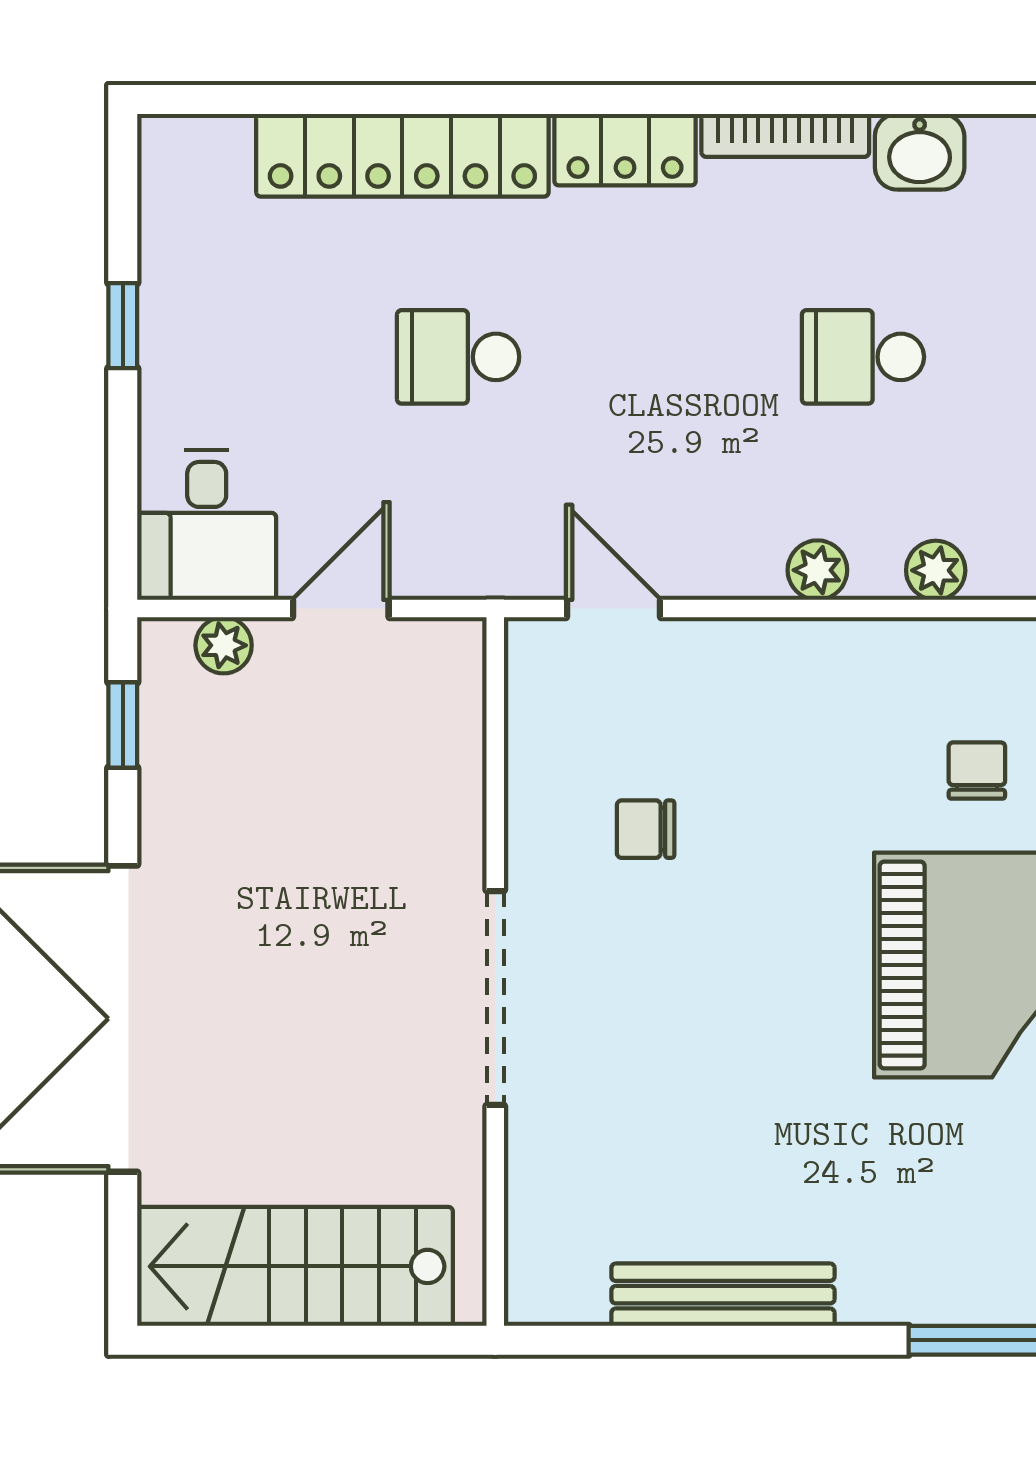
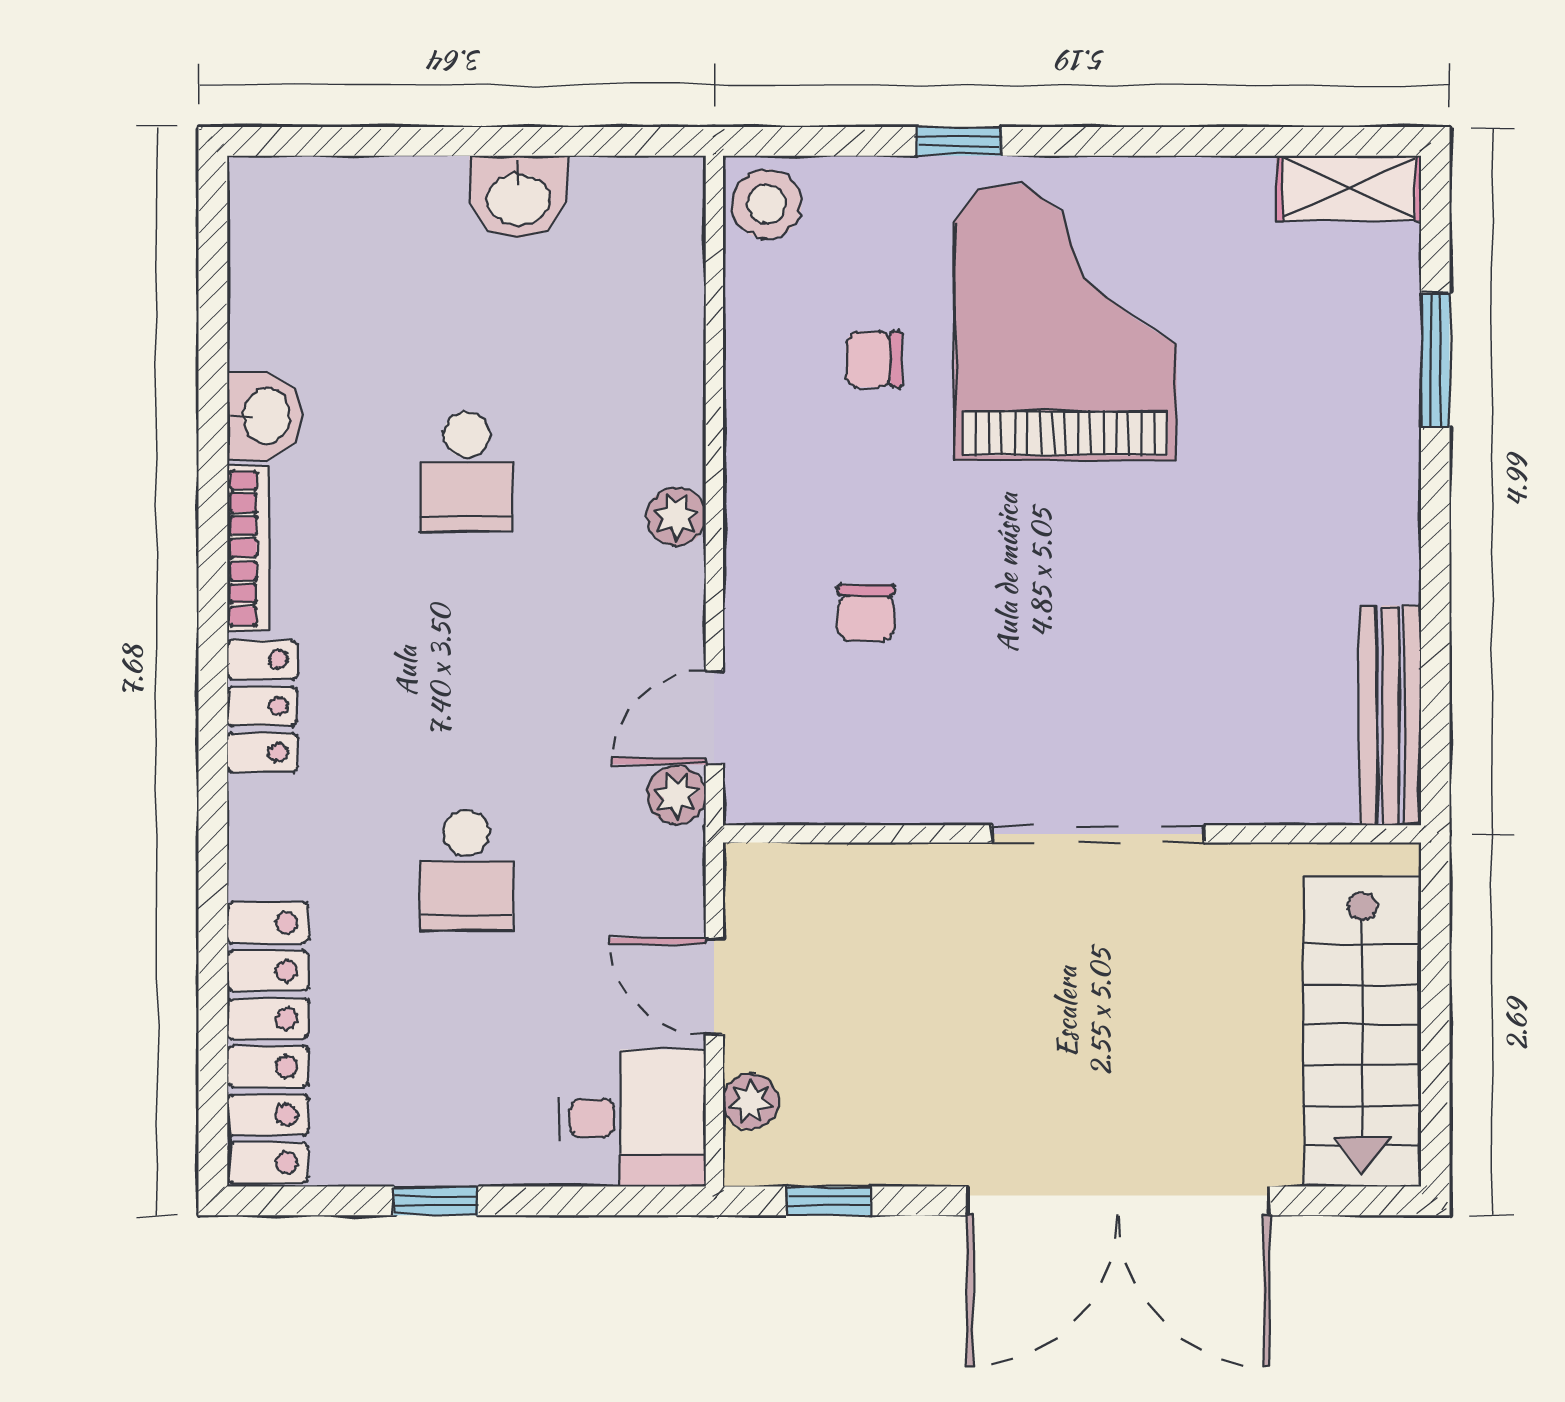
locker: (402, 155) -> (268, 1043), moved
plant: (936, 570) -> (677, 795), moved
chair: (646, 829) -> (866, 613), moved
bench: (723, 1295) -> (1390, 716), moved

